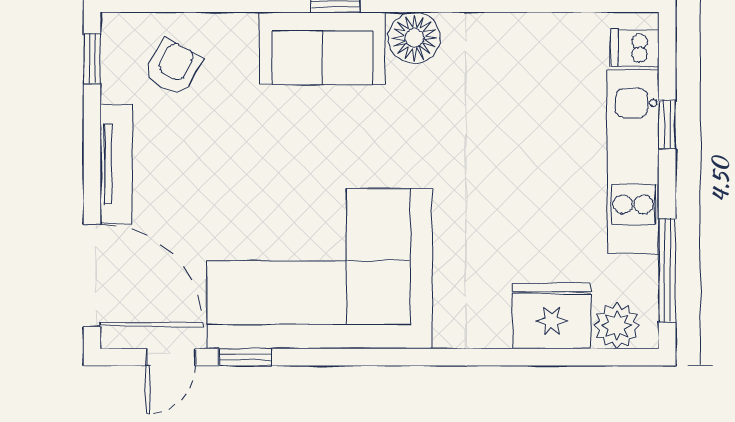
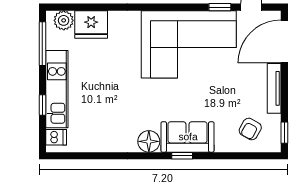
door: (92, 275) -> (284, 42), hinge flipped

